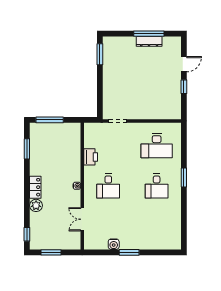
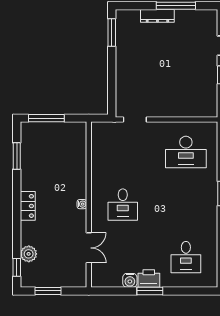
dresser: (149, 41) -> (157, 16), moved
printer: (91, 157) -> (149, 278), moved, turned -90
desk: (157, 186) -> (186, 257), moved
plant: (36, 205) -> (29, 254), moved
double door: (82, 219) -> (89, 248), swing flipped

